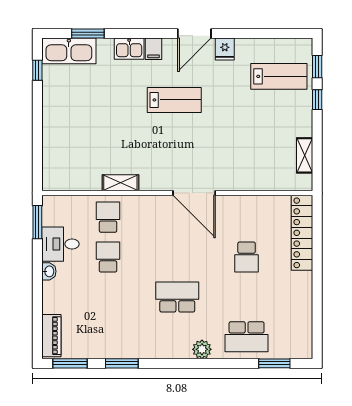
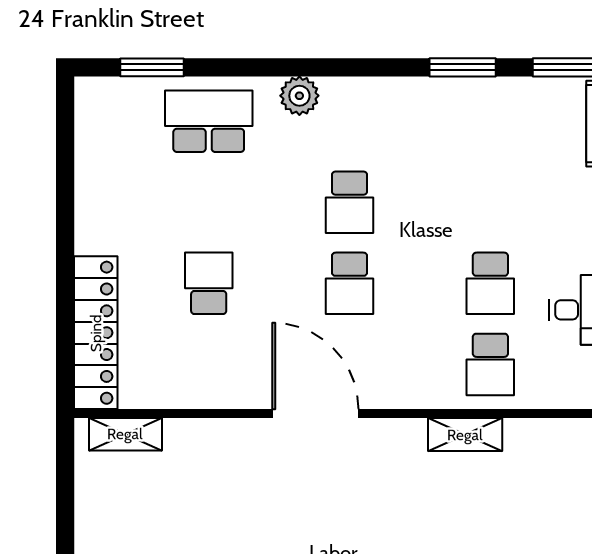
shelving: (305, 155) -> (125, 434), moved, turned 90
school desk: (177, 257) -> (350, 283), added
school desk: (177, 297) -> (350, 202), width x0.54

